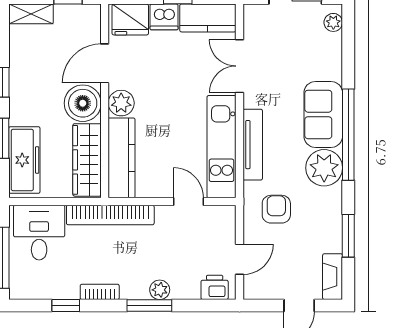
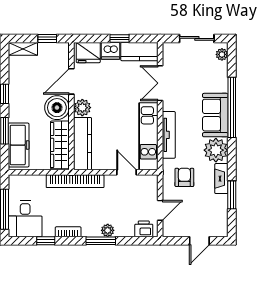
window: (348, 135) -> (232, 107), moved
desk: (39, 233) -> (25, 219), moved, turned 180
fireplace: (333, 277) -> (221, 179), moved

